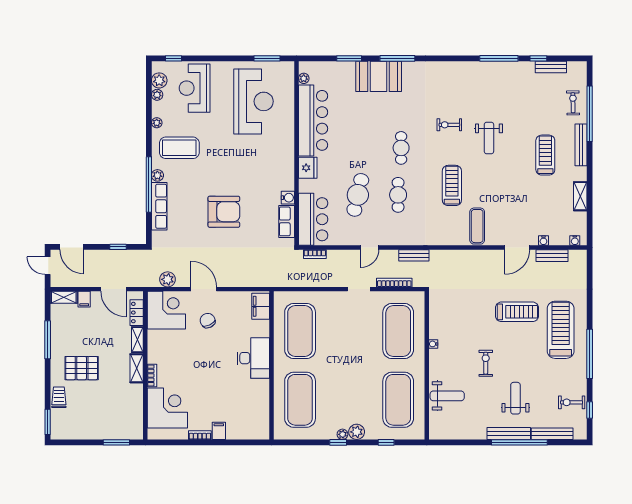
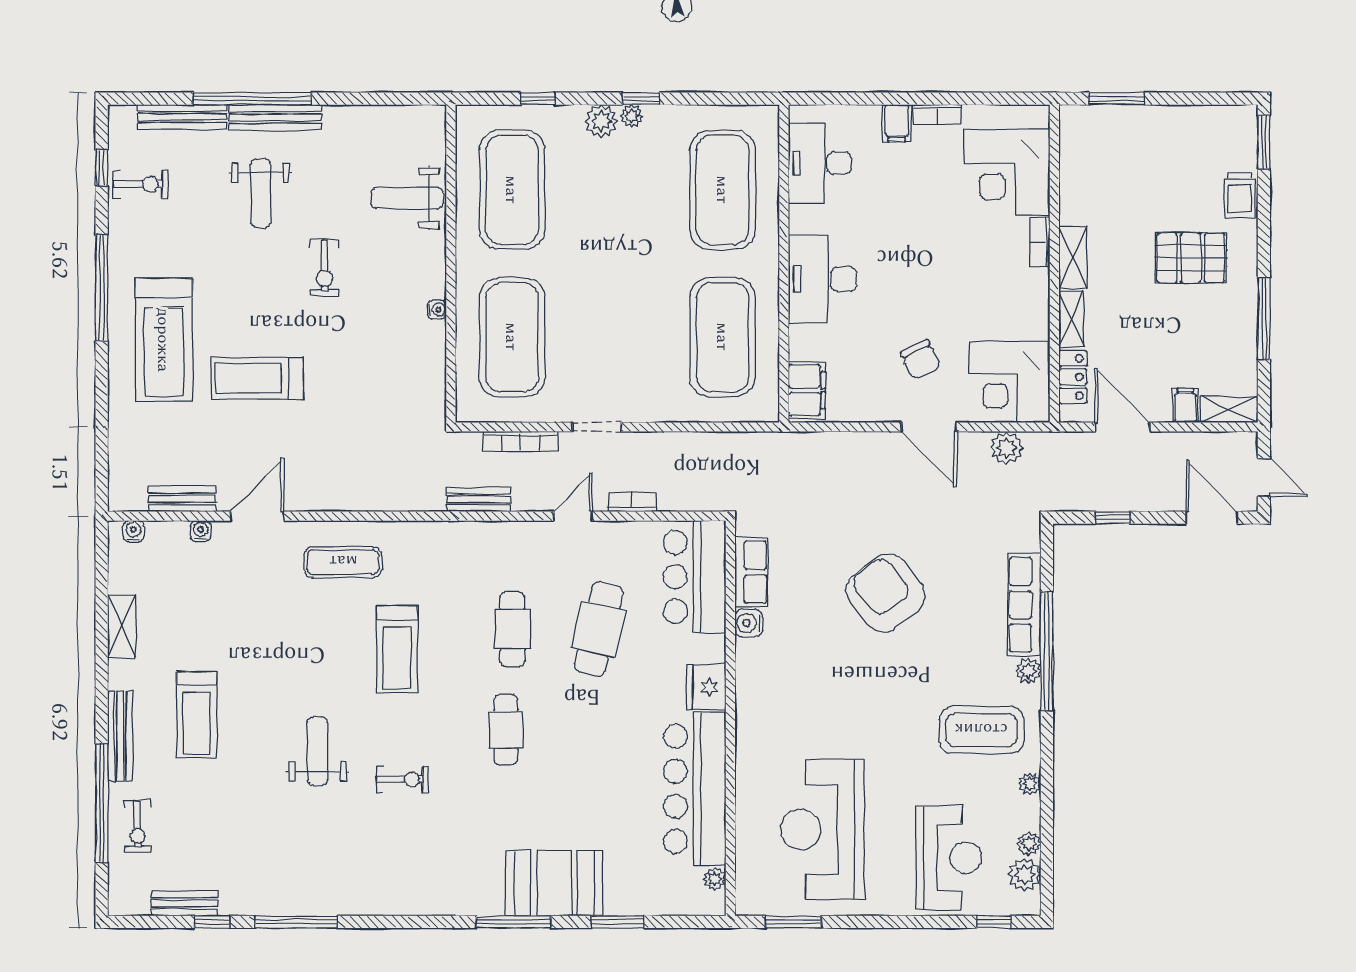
armchair: (224, 212) -> (886, 593), turned 52
exercise mat: (477, 226) -> (343, 562), turned 90
bookcase: (315, 254) -> (632, 502), moved
desk: (255, 412) -> (820, 163), added

